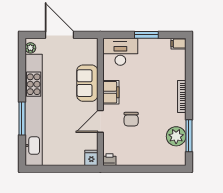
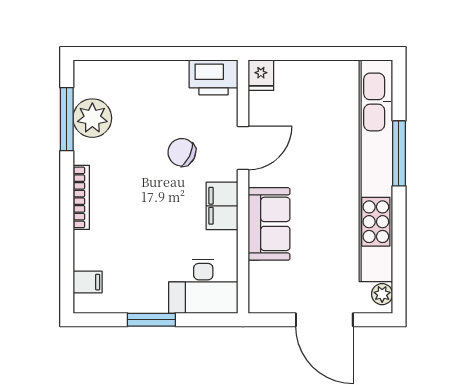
filing cabinet: (179, 44) -> (88, 282), moved
chair: (131, 119) -> (182, 152), turned -64
printer: (109, 160) -> (214, 77), width x1.87, depth x1.48

